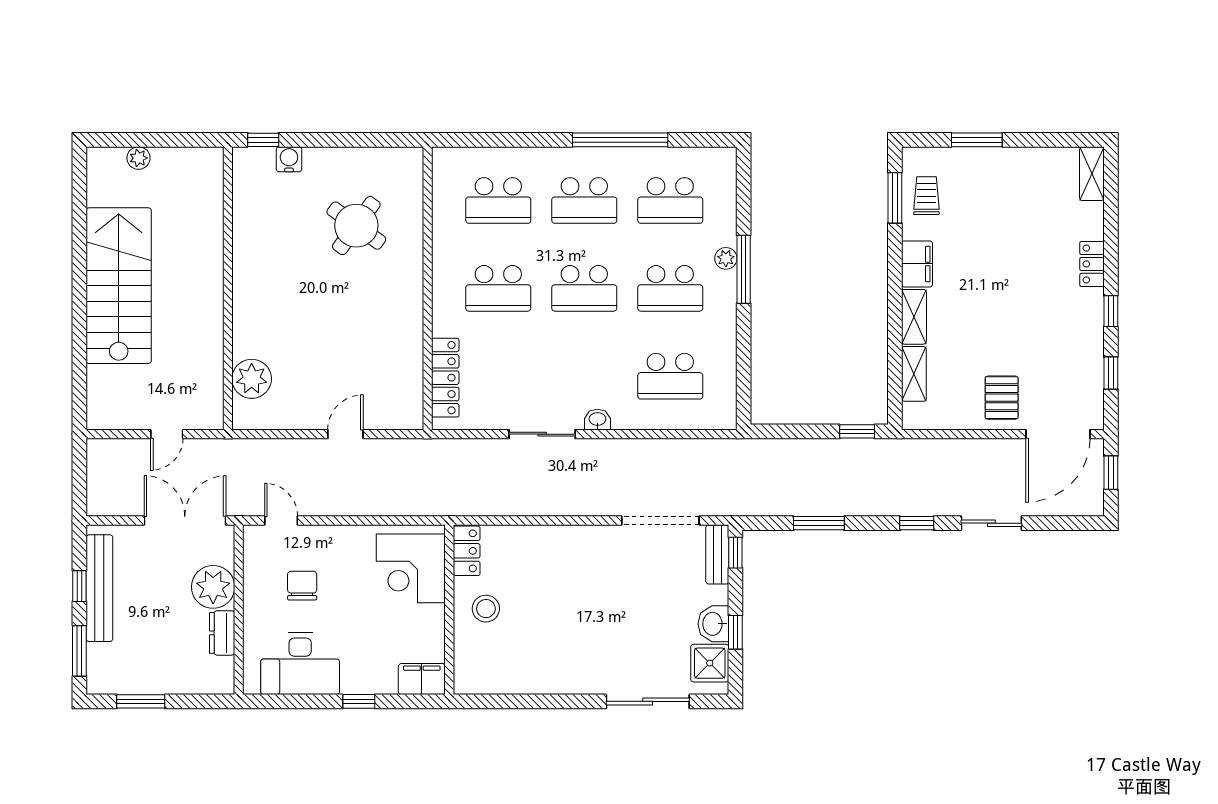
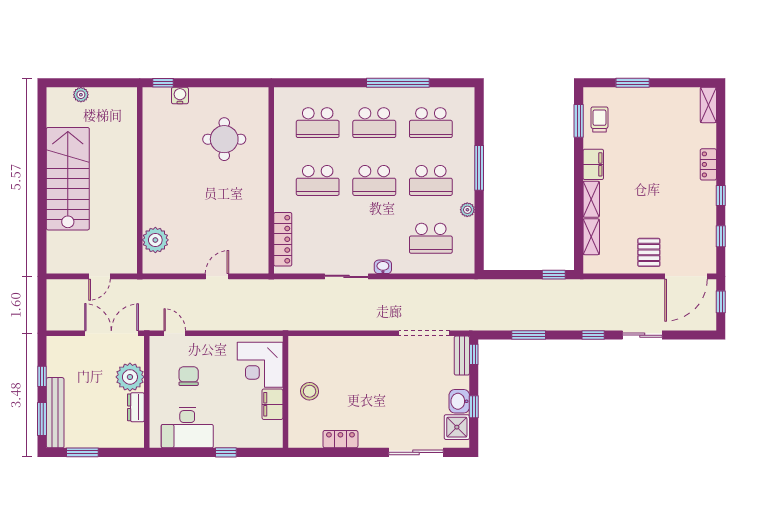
round table: (356, 226) -> (224, 139), turned -36
plant: (726, 258) -> (467, 210), moved
locker: (467, 551) -> (340, 439), moved, turned -90
bench: (99, 588) -> (55, 413), moved
filing cabinet: (422, 679) -> (272, 404), moved, turned -90

